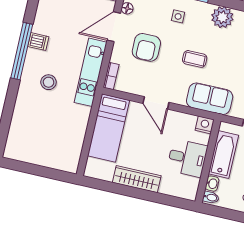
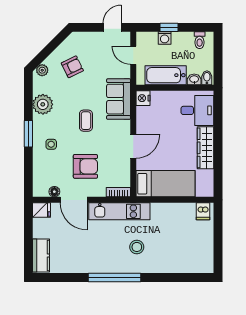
dishwasher: (38, 42) -> (203, 211), moved, turned 180
desk: (187, 158) -> (197, 110), moved, turned 90

